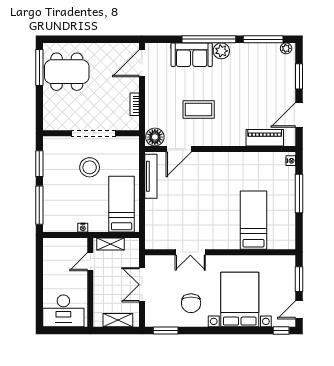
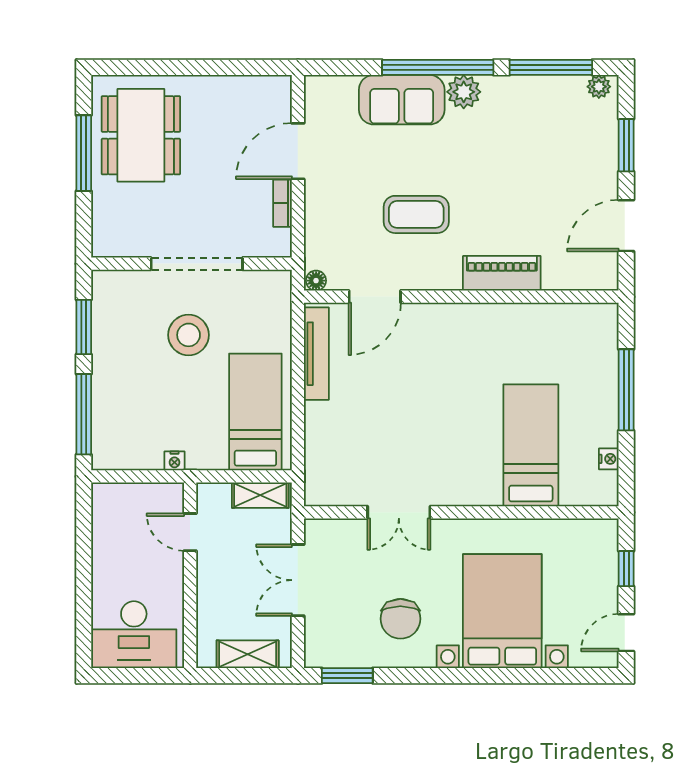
door: (142, 63) -> (298, 151), moved
window: (39, 68) -> (84, 153), moved
dining table: (67, 72) -> (141, 135), turned 90
floor lamp: (155, 137) -> (316, 281), width x0.53, depth x0.53
piano: (265, 138) -> (502, 273), moved
nightstand: (291, 161) -> (609, 459), moved
shelving: (111, 244) -> (260, 495), moved
door: (90, 262) -> (190, 532), hinge flipped
window: (299, 279) -> (626, 569), width x0.67
window: (281, 330) -> (589, 676), removed

